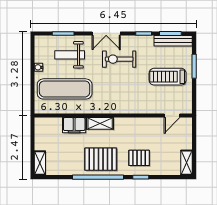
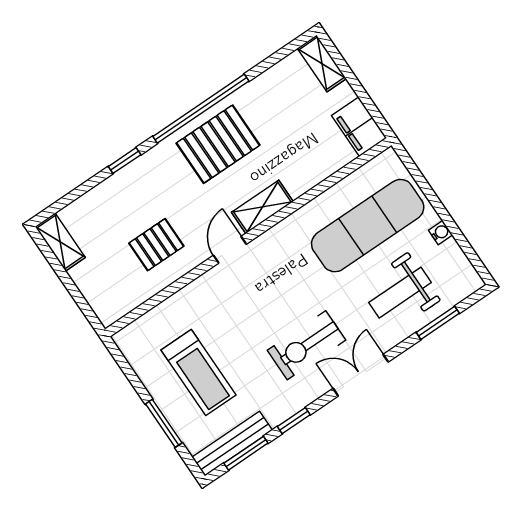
weight bench: (70, 55) -> (400, 293), turned 180
exercise bike: (119, 59) -> (306, 345), turned 180
treadmill: (168, 77) -> (198, 372), turned 90
door: (172, 116) -> (230, 250), moved
filing cabinet: (74, 125) -> (359, 127), moved, turned -90
pallet: (139, 158) -> (156, 245), moved

